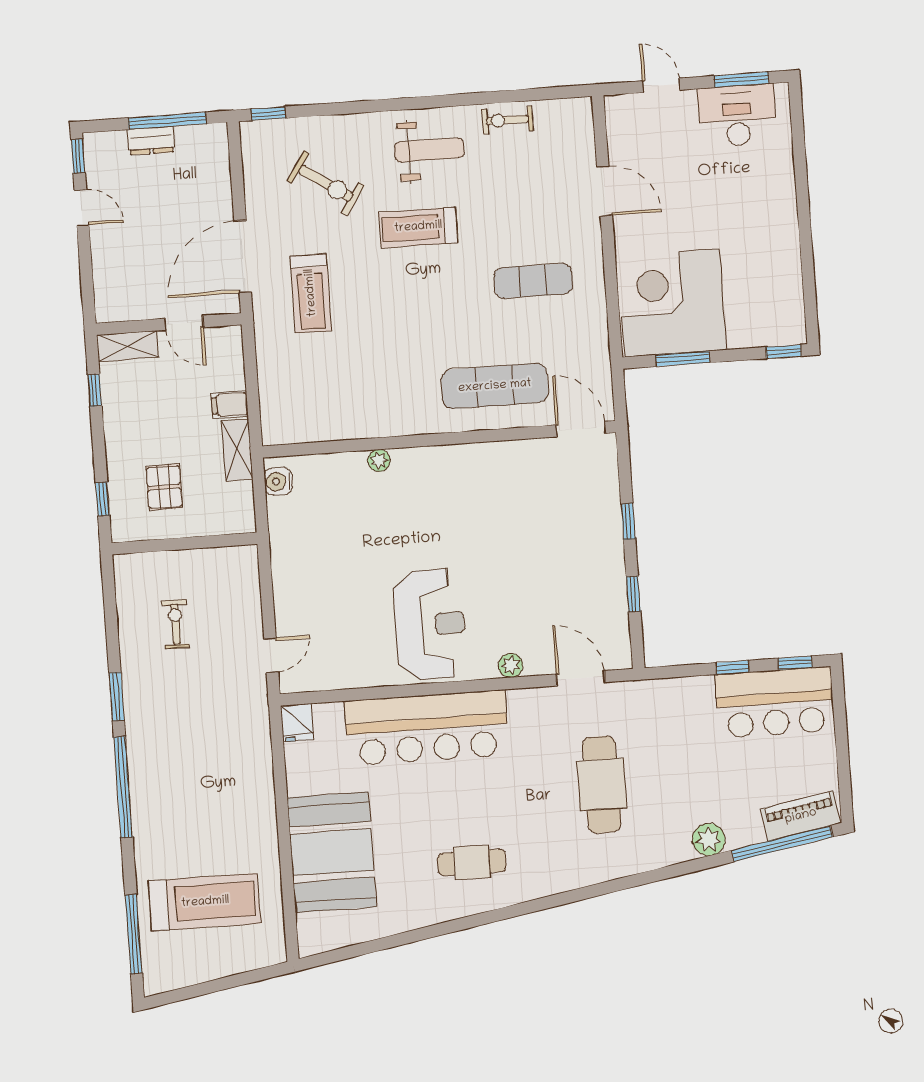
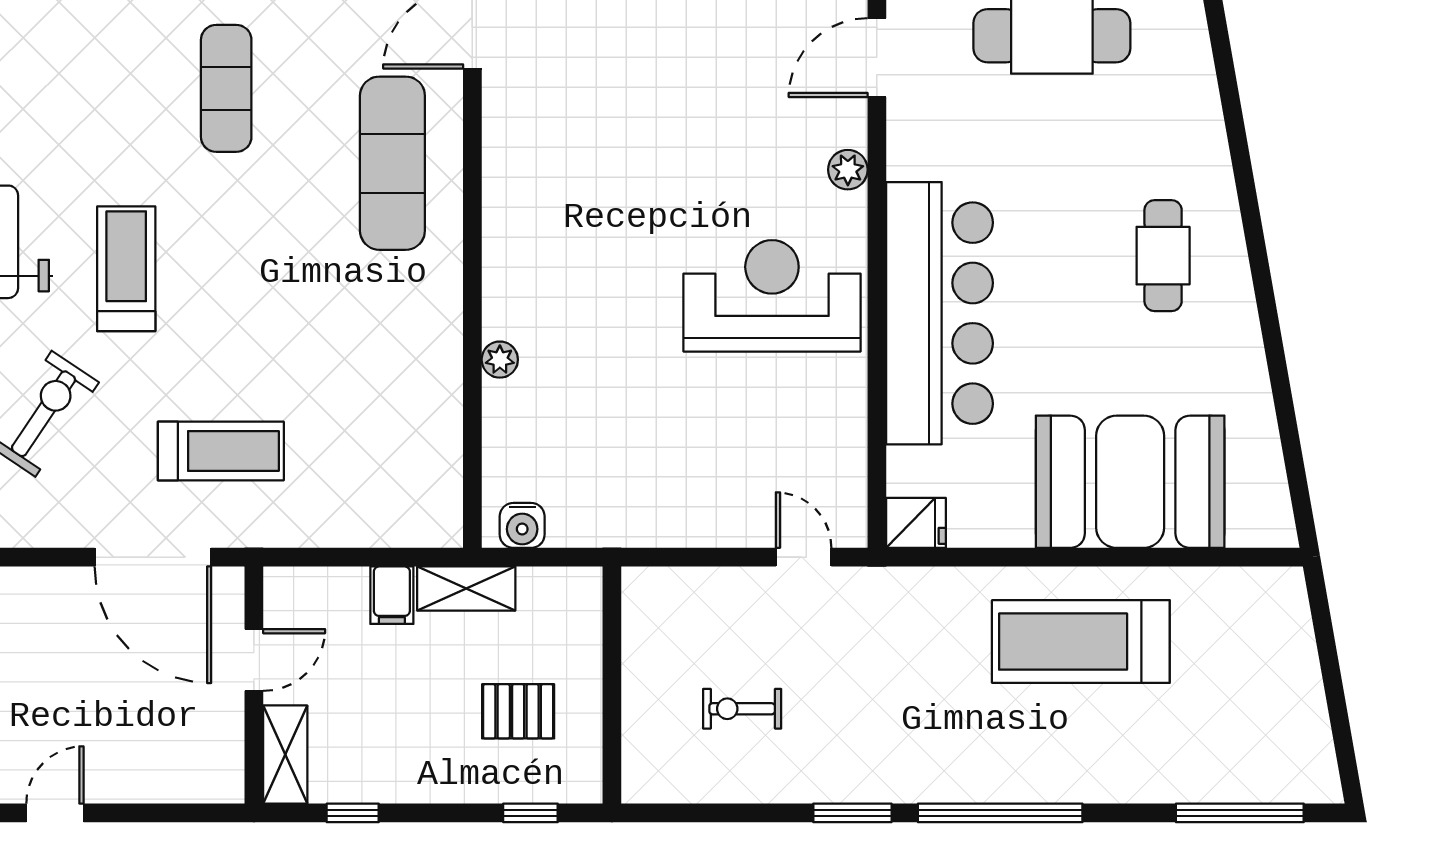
treadmill: (418, 227) -> (126, 269), turned 180
treadmill: (205, 902) -> (1081, 642), moved, turned -90

